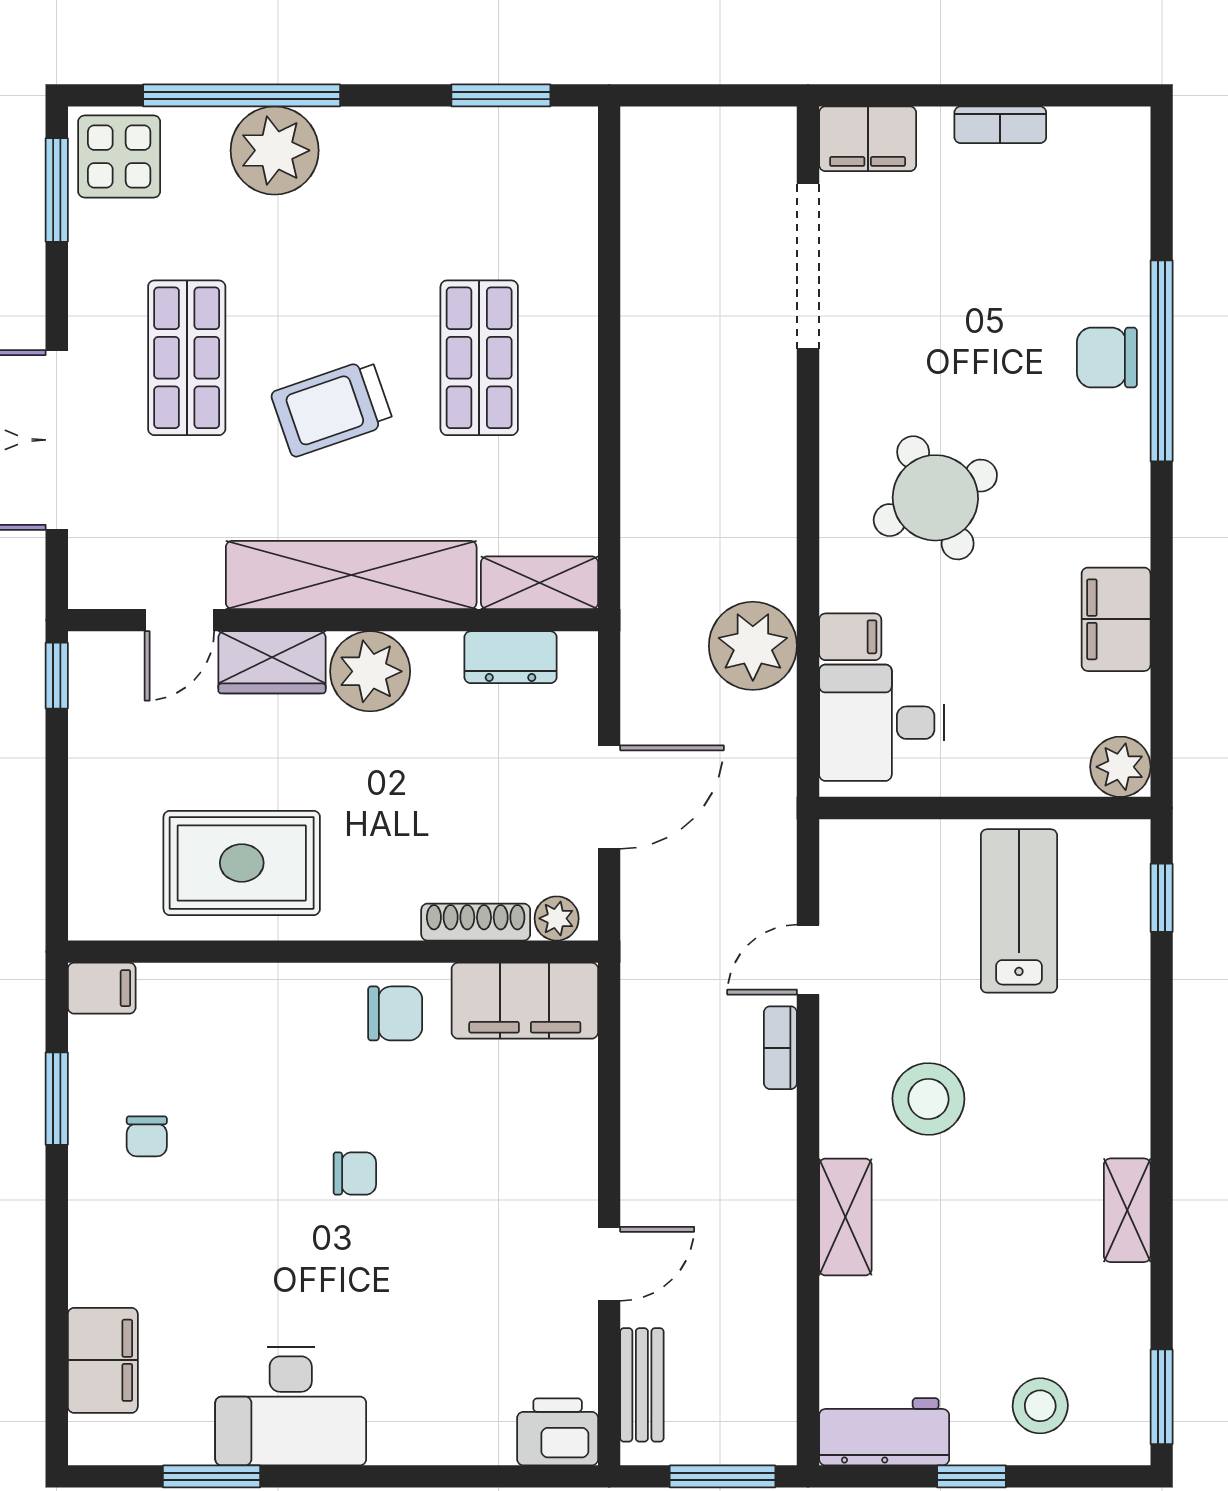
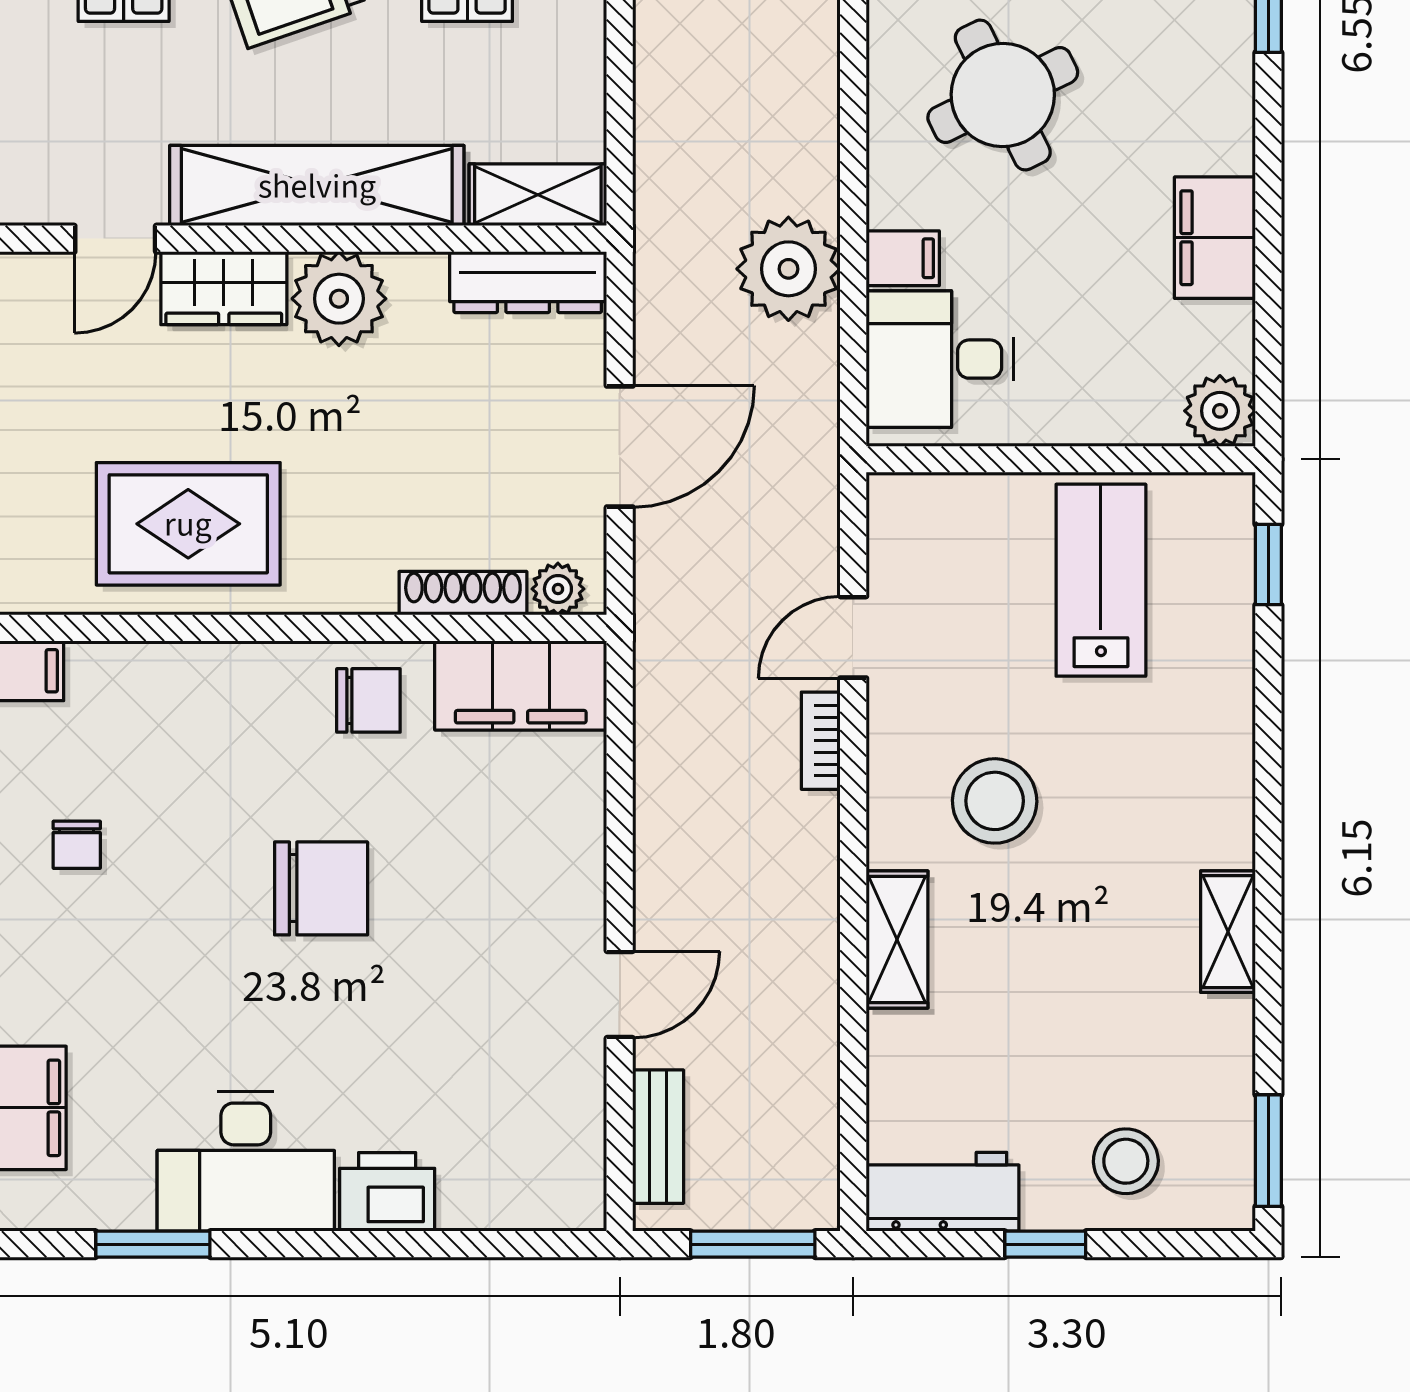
dresser: (511, 657) -> (528, 282), width x1.44
chair: (355, 1174) -> (321, 888), width x1.87, depth x1.87
printer: (558, 1432) -> (387, 1192), moved

